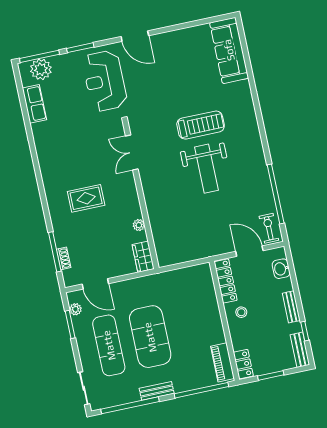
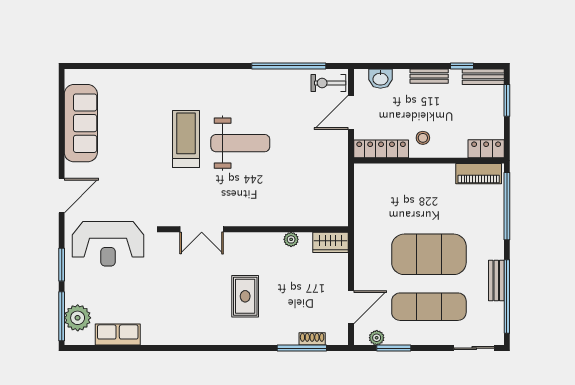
sofa: (229, 50) -> (81, 123), moved, turned -90
window: (271, 375) -> (507, 100), moved
bench: (157, 391) -> (496, 281), moved

